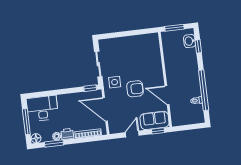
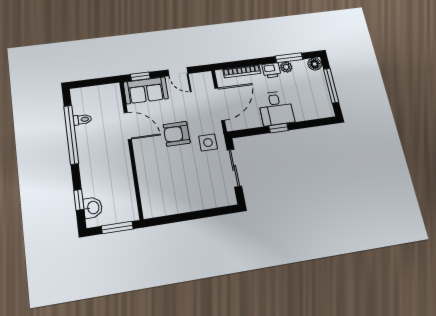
window: (90, 88) -> (279, 128), moved
desk: (42, 108) -> (276, 108), moved, width x0.73
door: (105, 109) -> (220, 104), hinge flipped
door: (132, 134) -> (178, 72), hinge flipped

